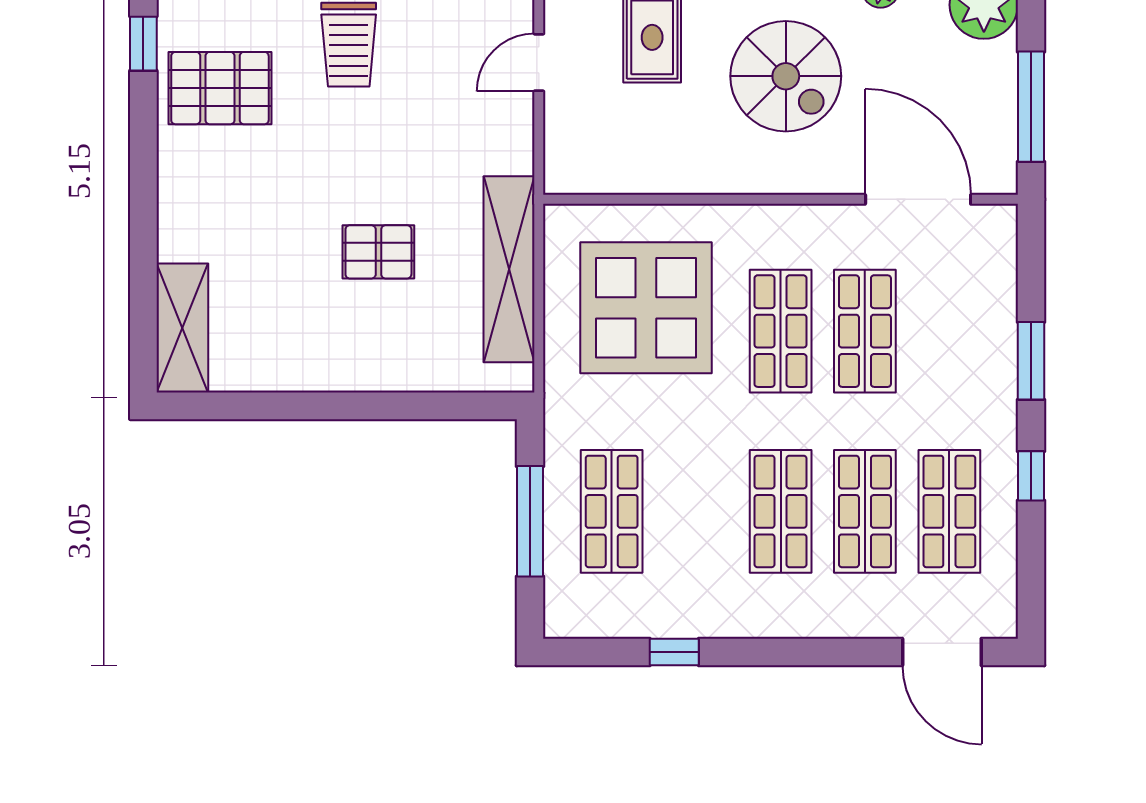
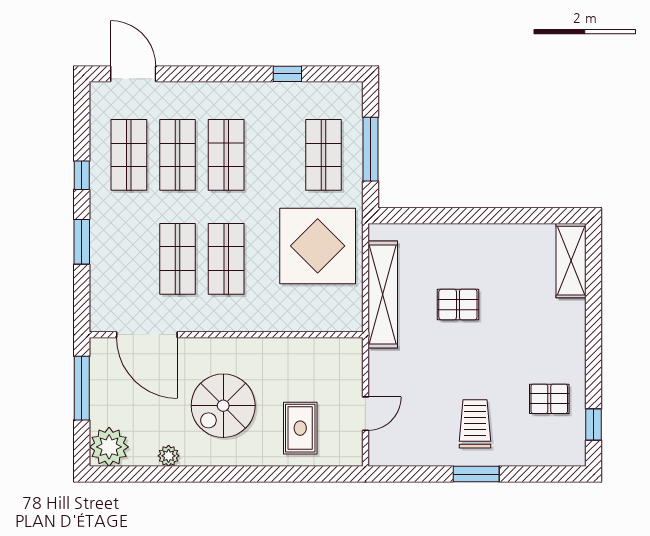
spiral stairs: (786, 76) -> (223, 406), turned -90
pallet: (220, 88) -> (549, 399), width x0.67, depth x0.71
display table: (646, 308) -> (318, 246), moved

